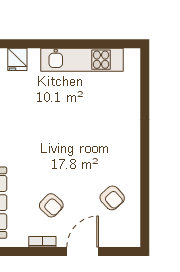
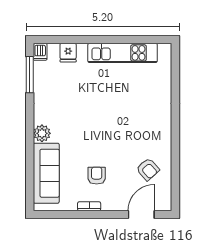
armchair: (51, 205) -> (97, 176), turned -133
door: (83, 252) -> (141, 214), moved

